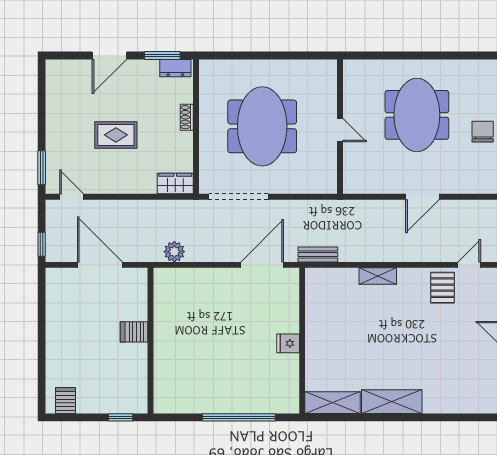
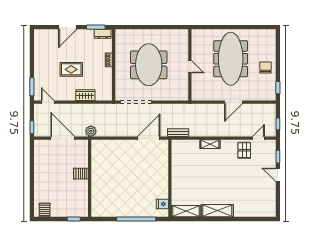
meeting table: (417, 115) -> (231, 59), width x1.36
wardrobe: (175, 183) -> (85, 95), moved
plant: (174, 252) -> (91, 131), moved
fridge: (288, 343) -> (162, 204), moved

